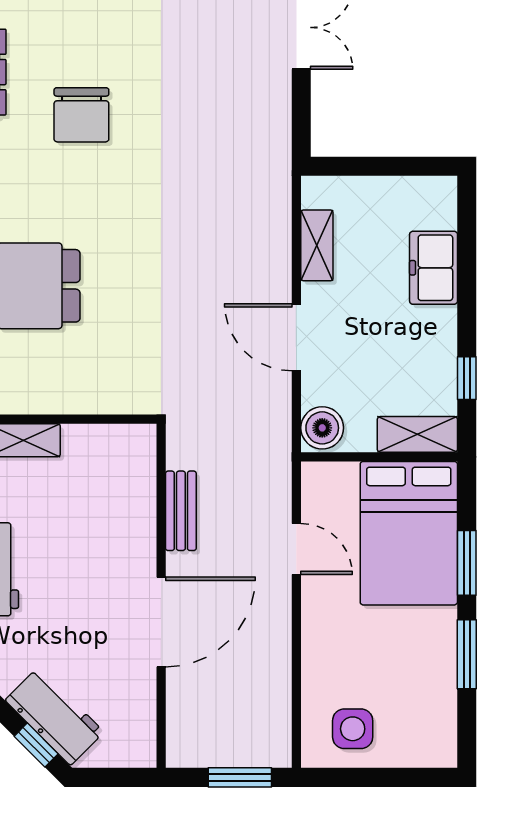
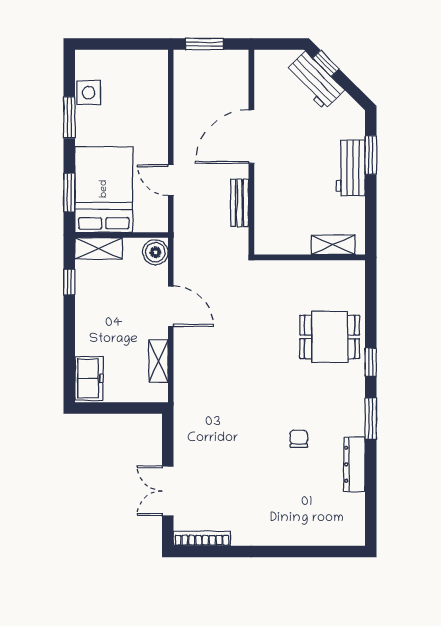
chair: (81, 115) -> (299, 439), width x0.54, depth x0.54
freezer: (434, 268) -> (89, 378), moved
window: (467, 563) -> (69, 193), moved
side table: (353, 729) -> (89, 93), moved

